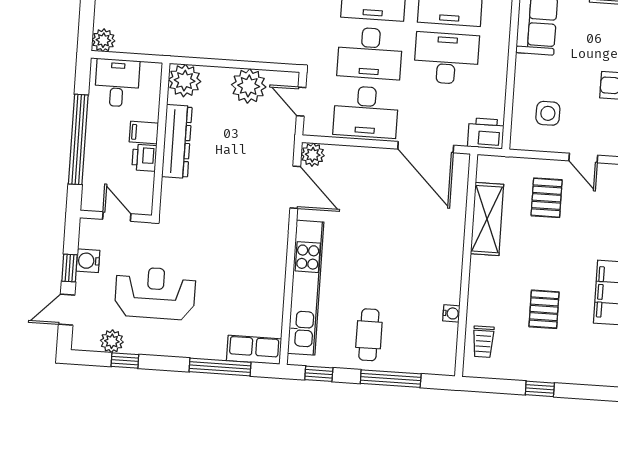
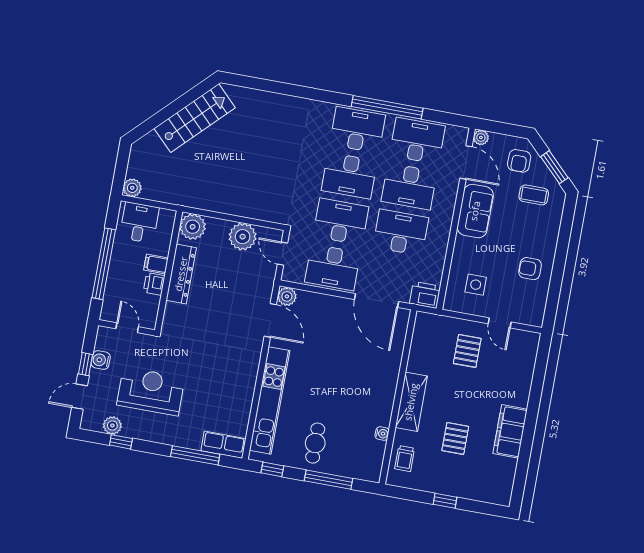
desk: (370, 53) -> (341, 222), turned 180
shelving: (487, 219) -> (411, 402), moved

